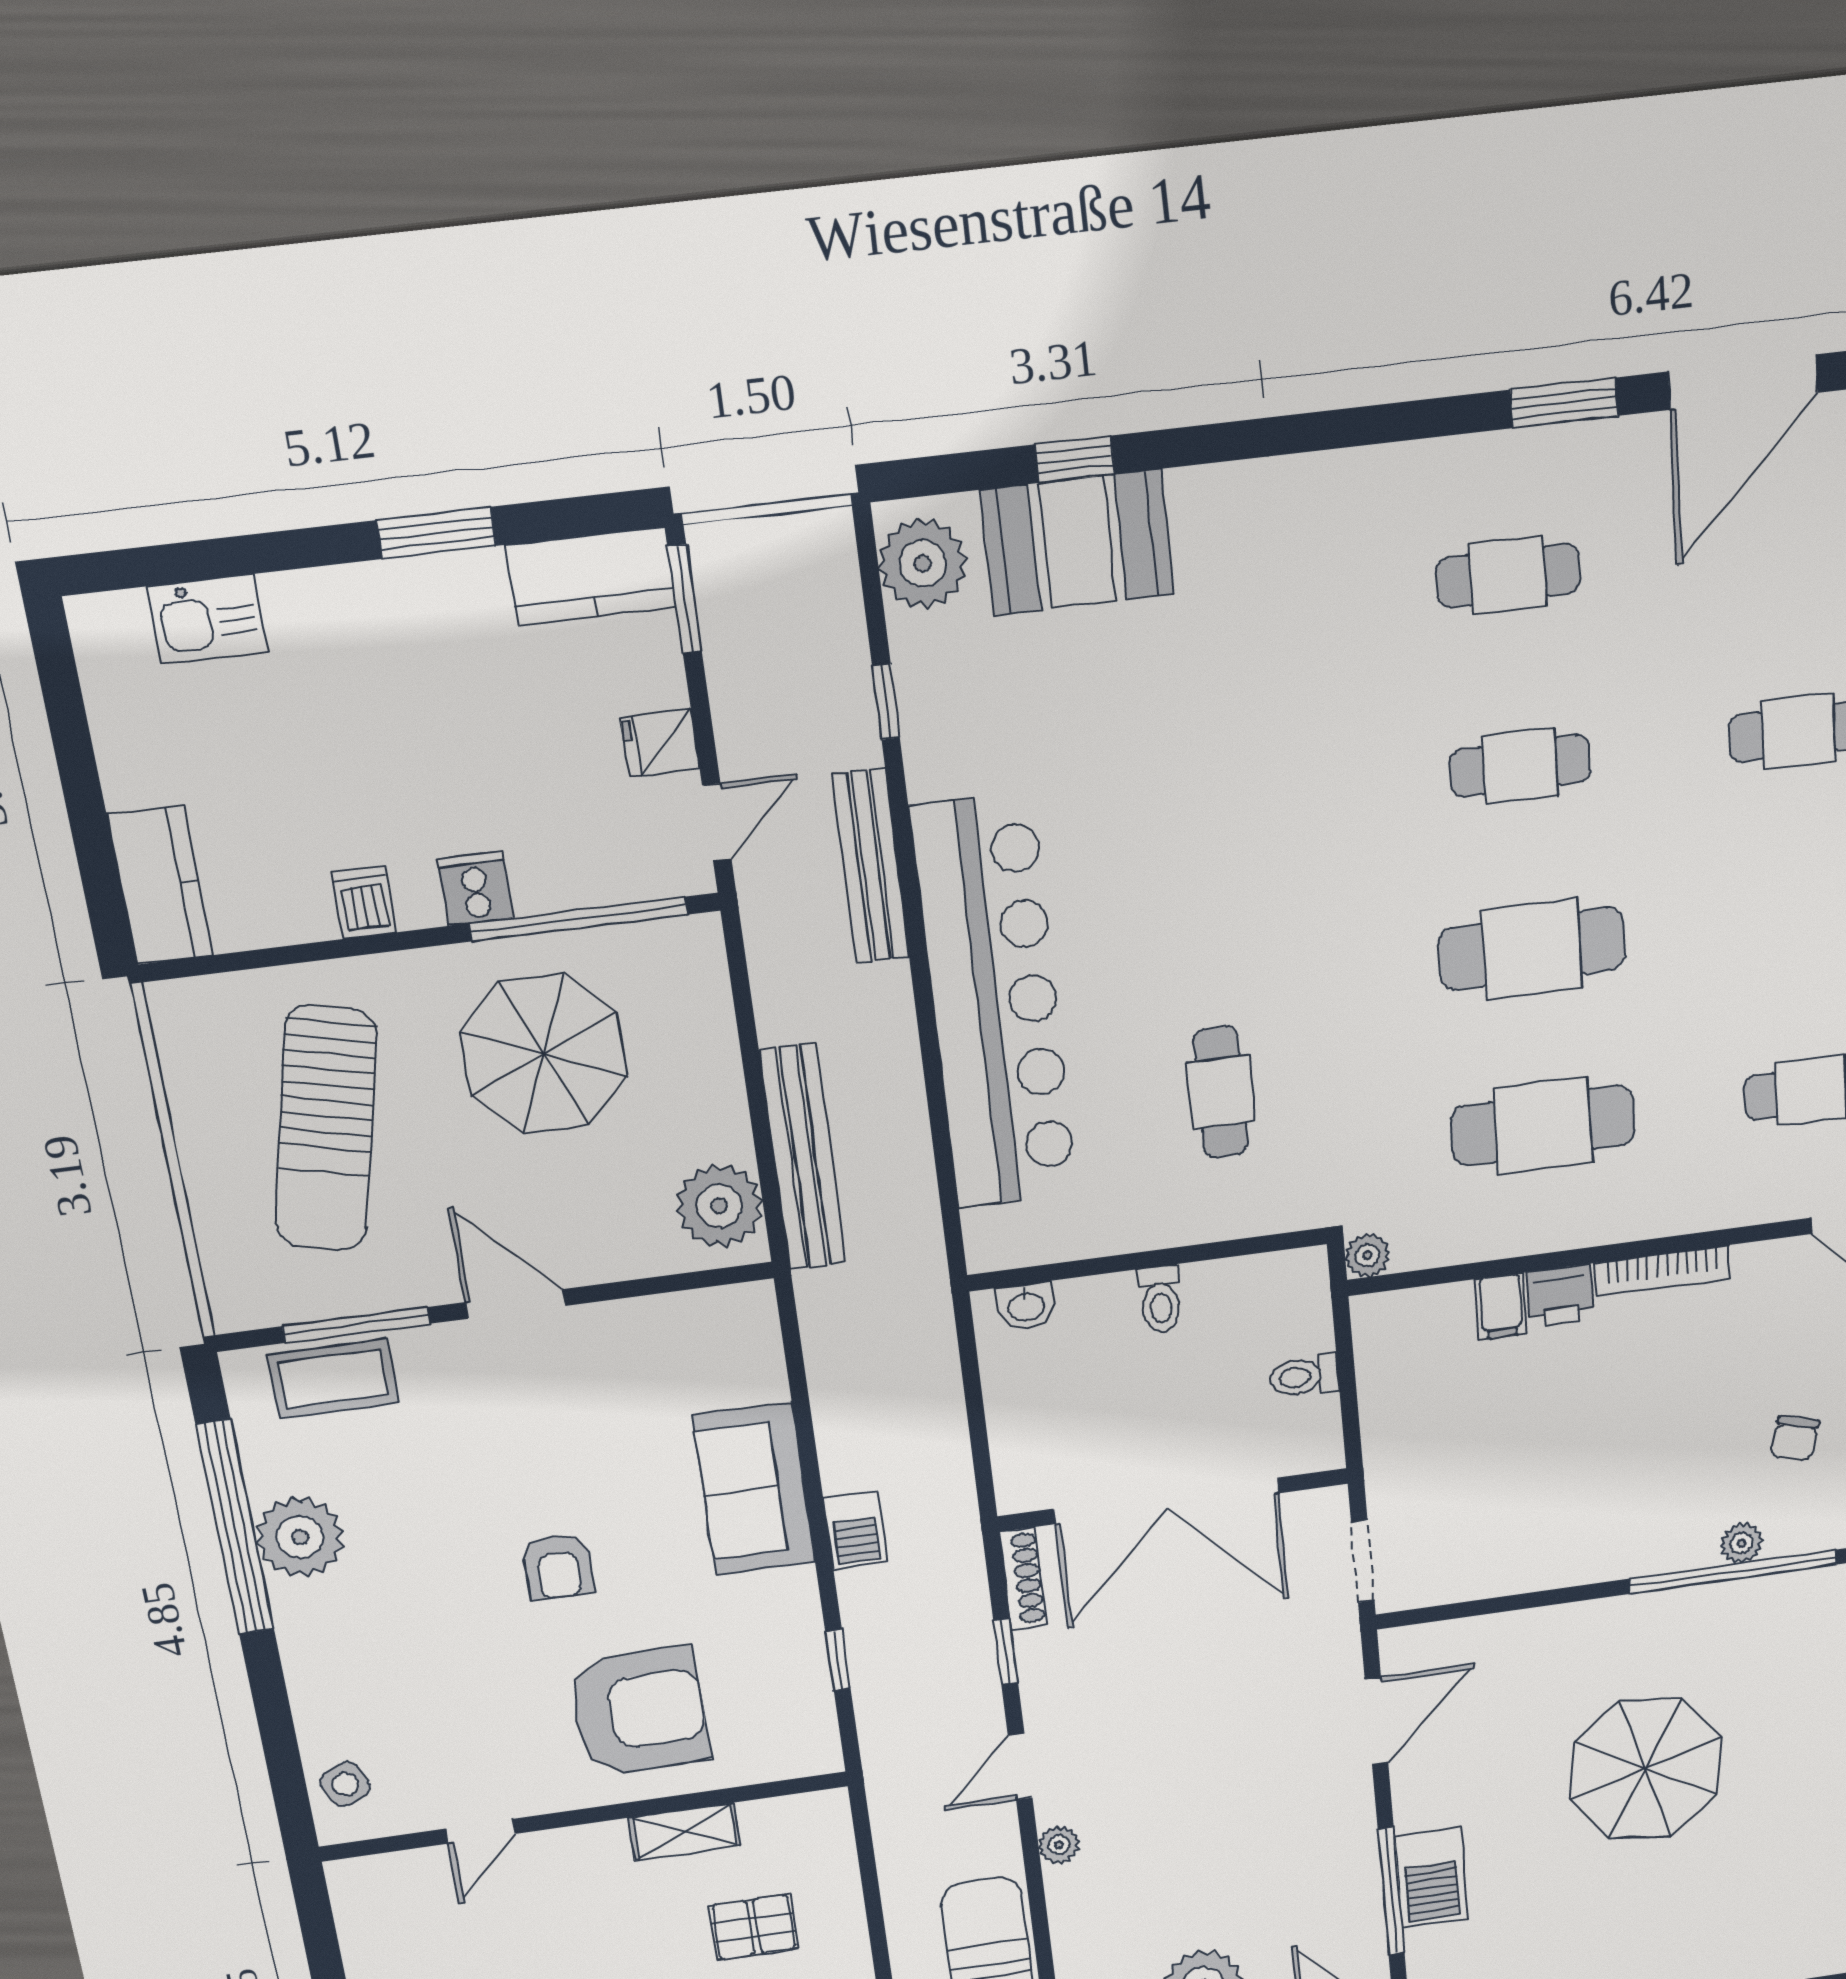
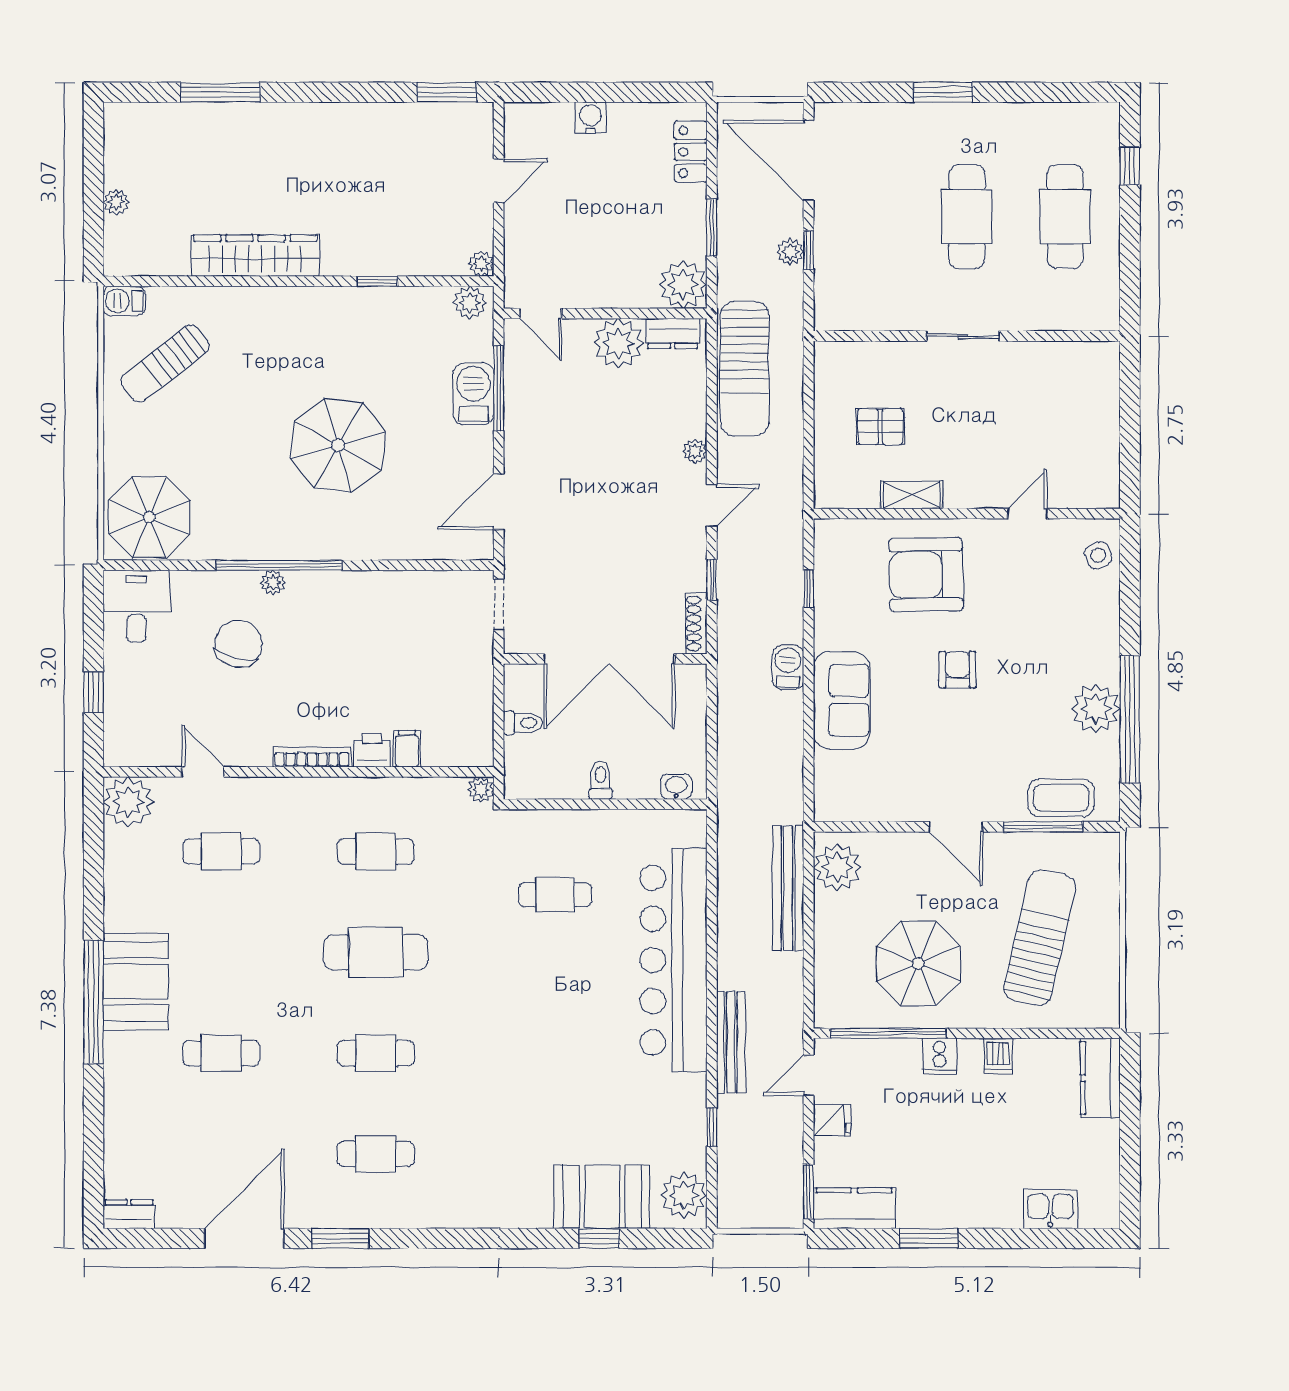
cafe table: (1221, 1092) -> (555, 895), turned 90
cafe table: (1543, 1125) -> (376, 852), width x0.73, depth x0.74
chair: (1795, 1438) -> (238, 644), width x1.87, depth x1.87
double door: (1166, 1501) -> (609, 659), swing flipped

